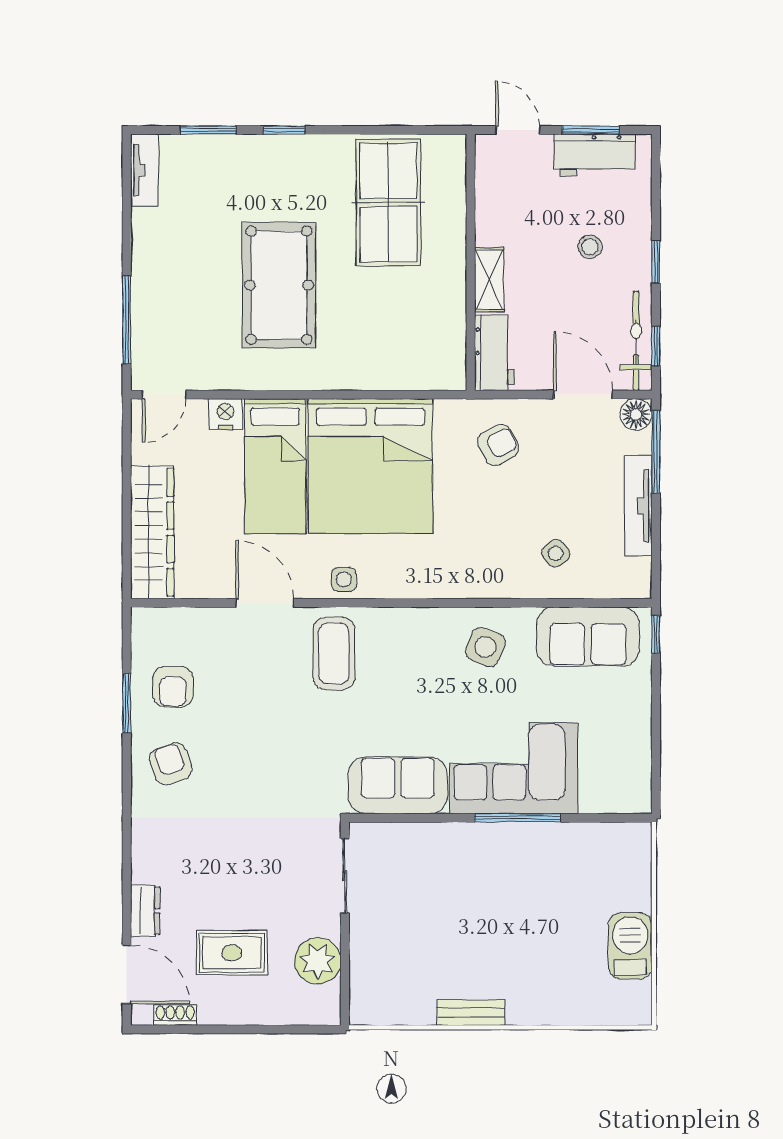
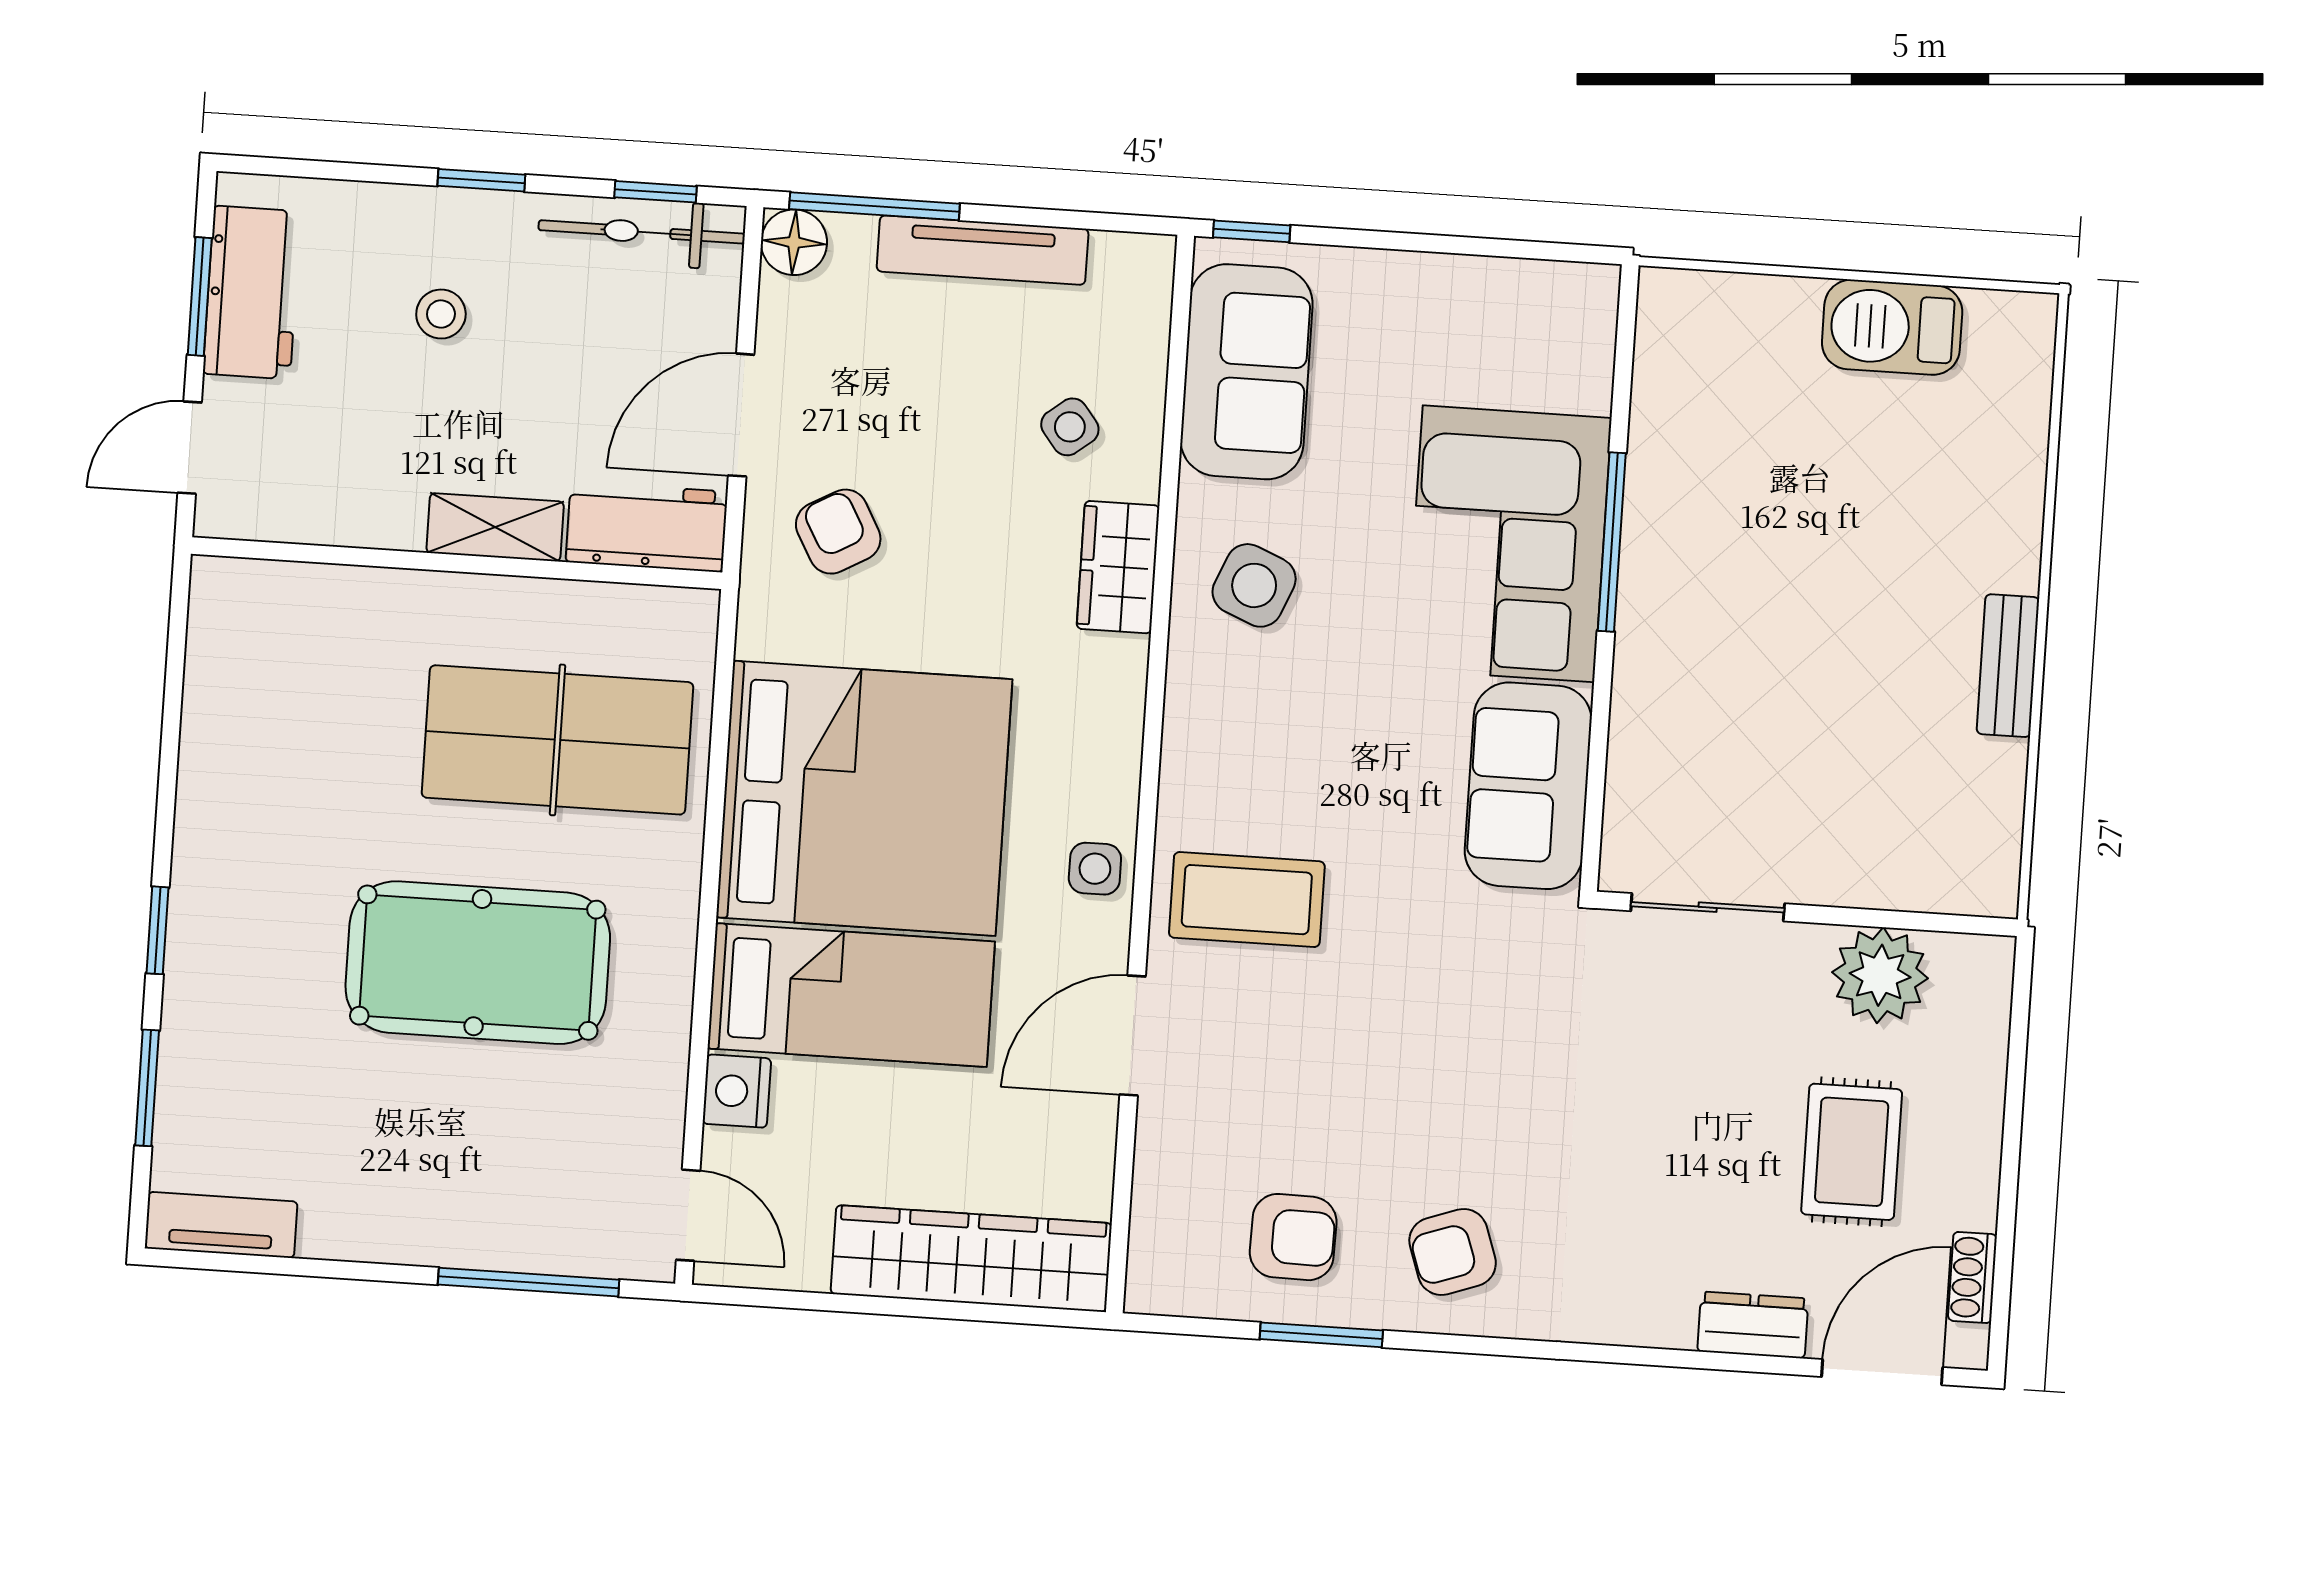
table tennis table: (388, 203) -> (557, 740), moved
door: (583, 395) -> (741, 415), moved
wardrobe: (490, 581) -> (1118, 567), added

